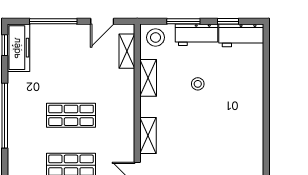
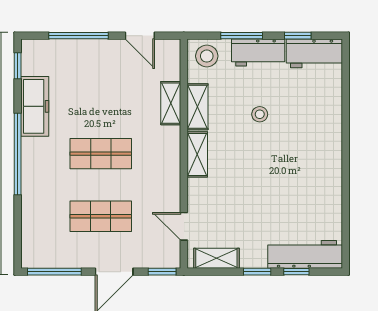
door: (102, 21) -> (140, 36), hinge flipped
freezer: (18, 48) -> (35, 106), moved
shelving: (127, 51) -> (171, 103), moved
shelving: (148, 136) -> (197, 154), moved

